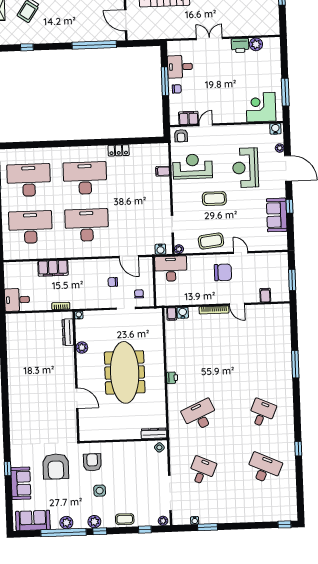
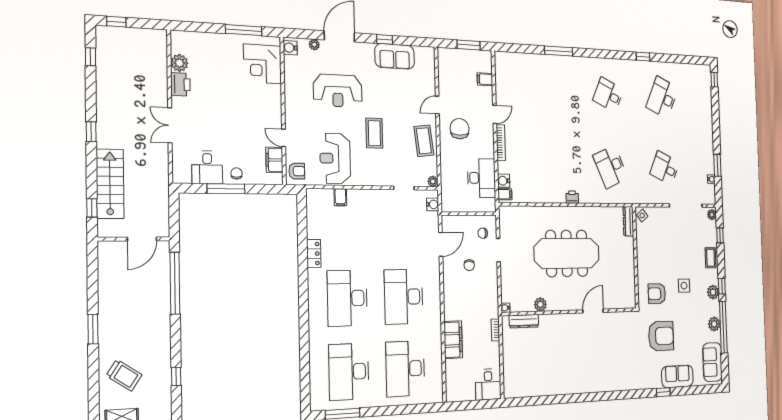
desk: (171, 269) -> (482, 178), moved, turned 180

